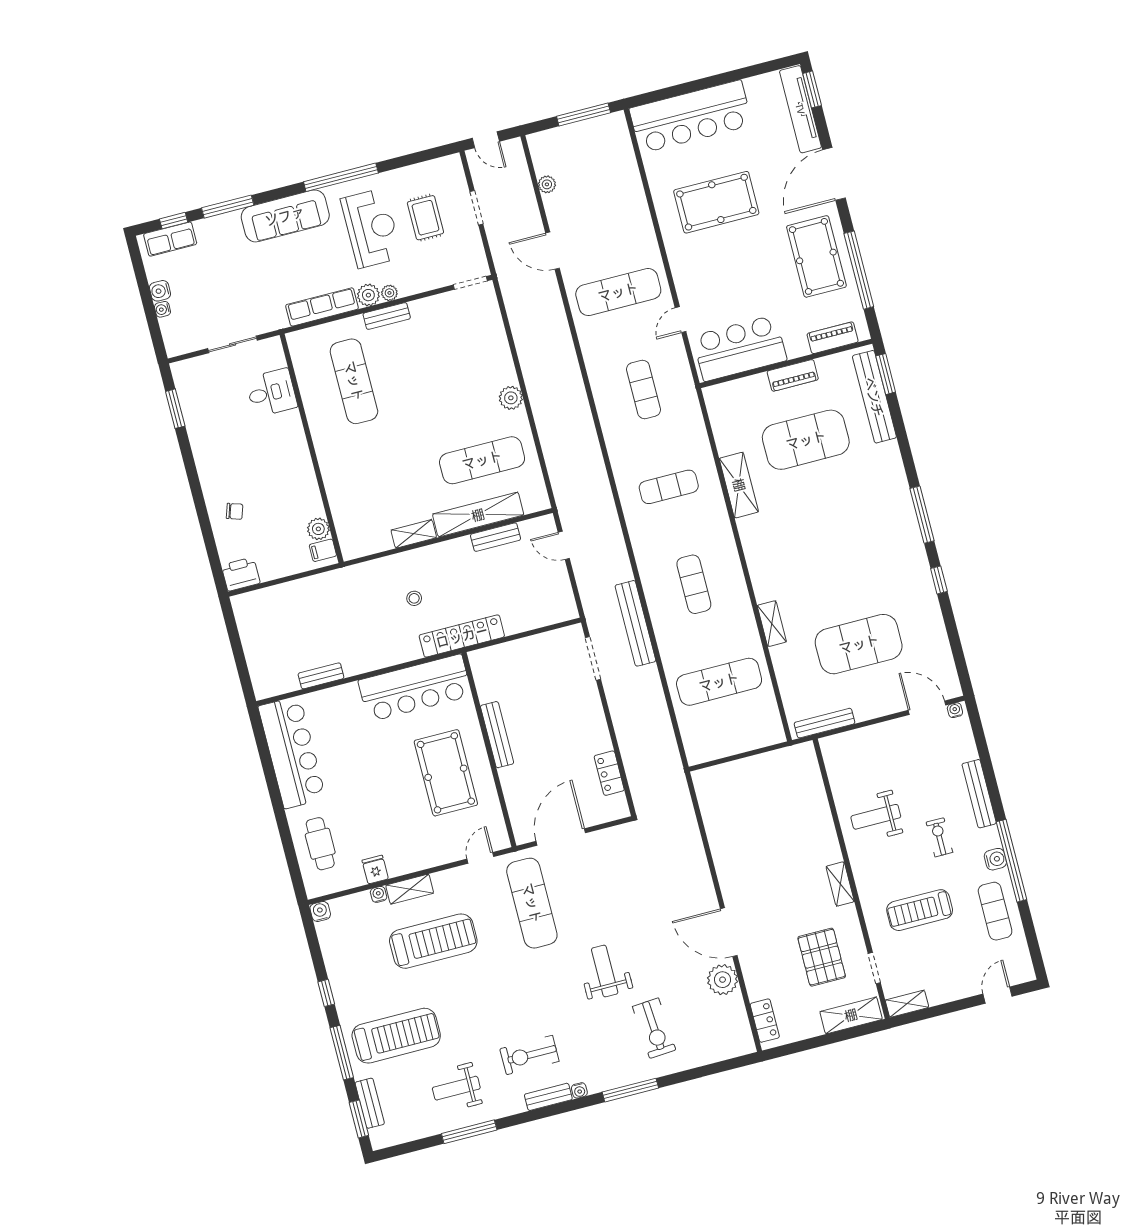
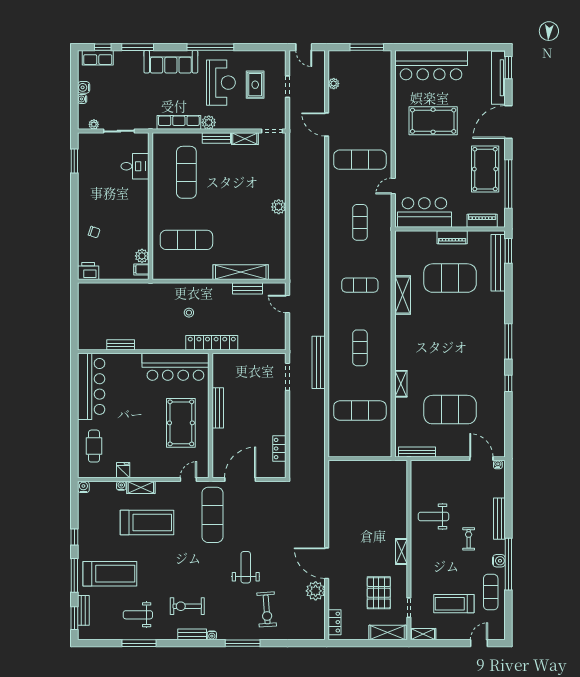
plant: (389, 293) -> (94, 124), moved
exercise mat: (482, 460) -> (186, 240), moved
shelving: (414, 534) -> (245, 139), moved
treadmill: (920, 910) -> (454, 604), moved

